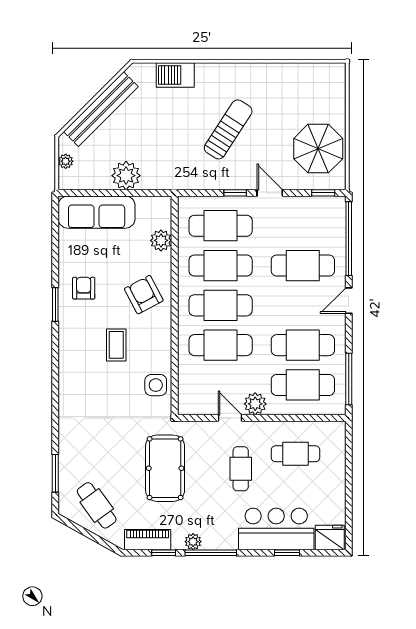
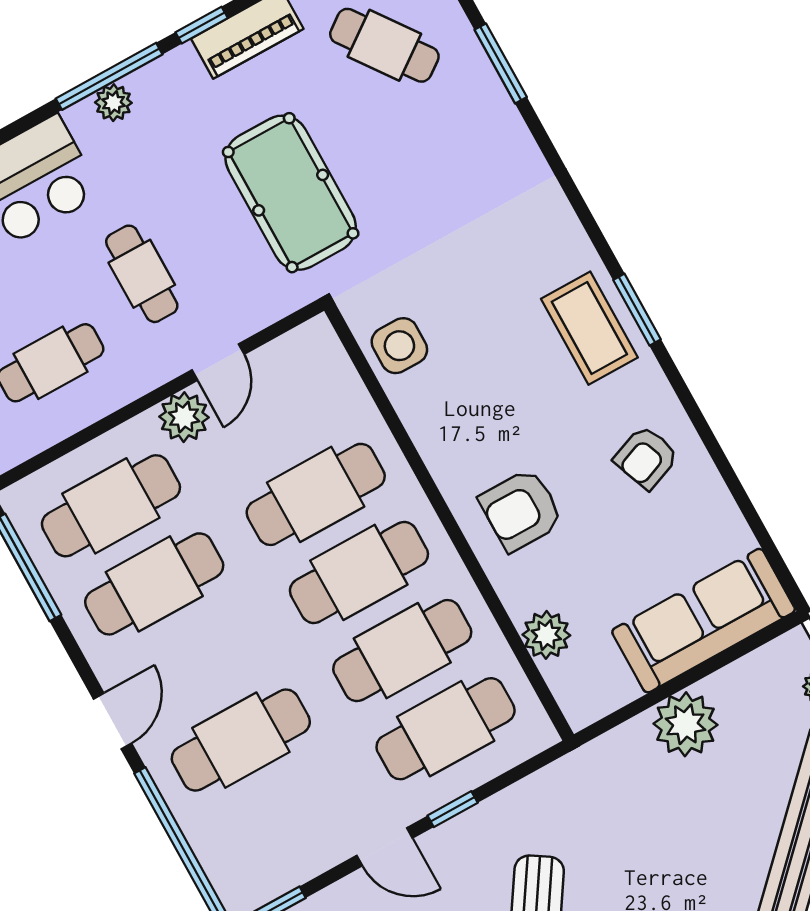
armchair: (84, 288) -> (646, 457), turned 69
armchair: (144, 295) -> (521, 510), turned 118
window: (55, 305) -> (637, 310), moved
coffee table: (116, 345) -> (589, 328), moved, width x1.36, depth x1.30
door: (230, 418) -> (218, 362), hinge flipped
plant: (193, 542) -> (113, 103), moved

